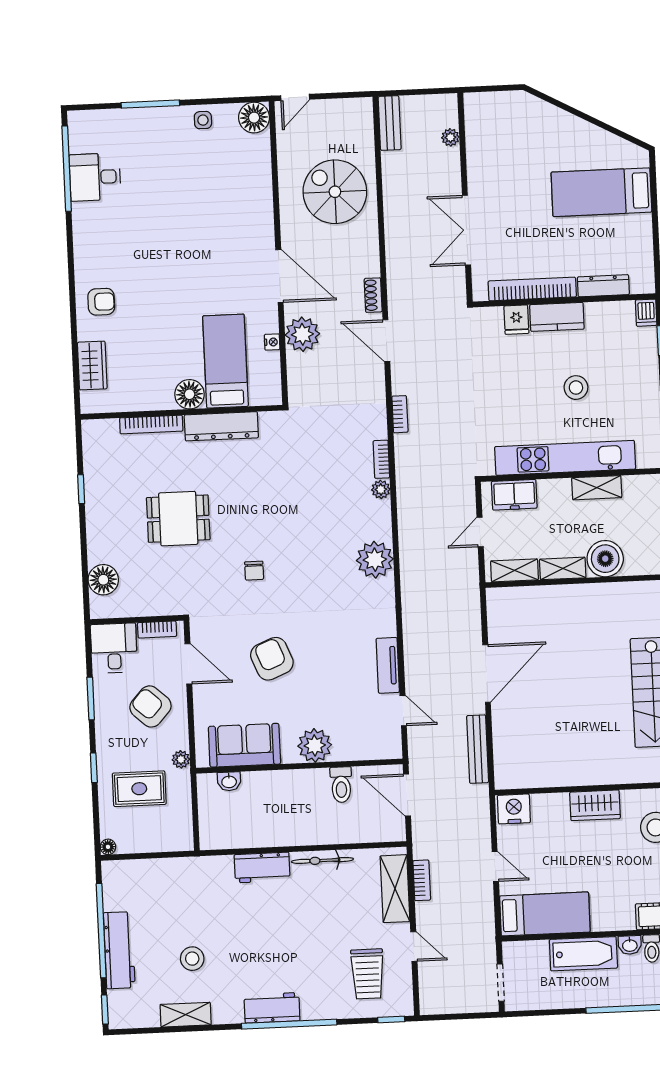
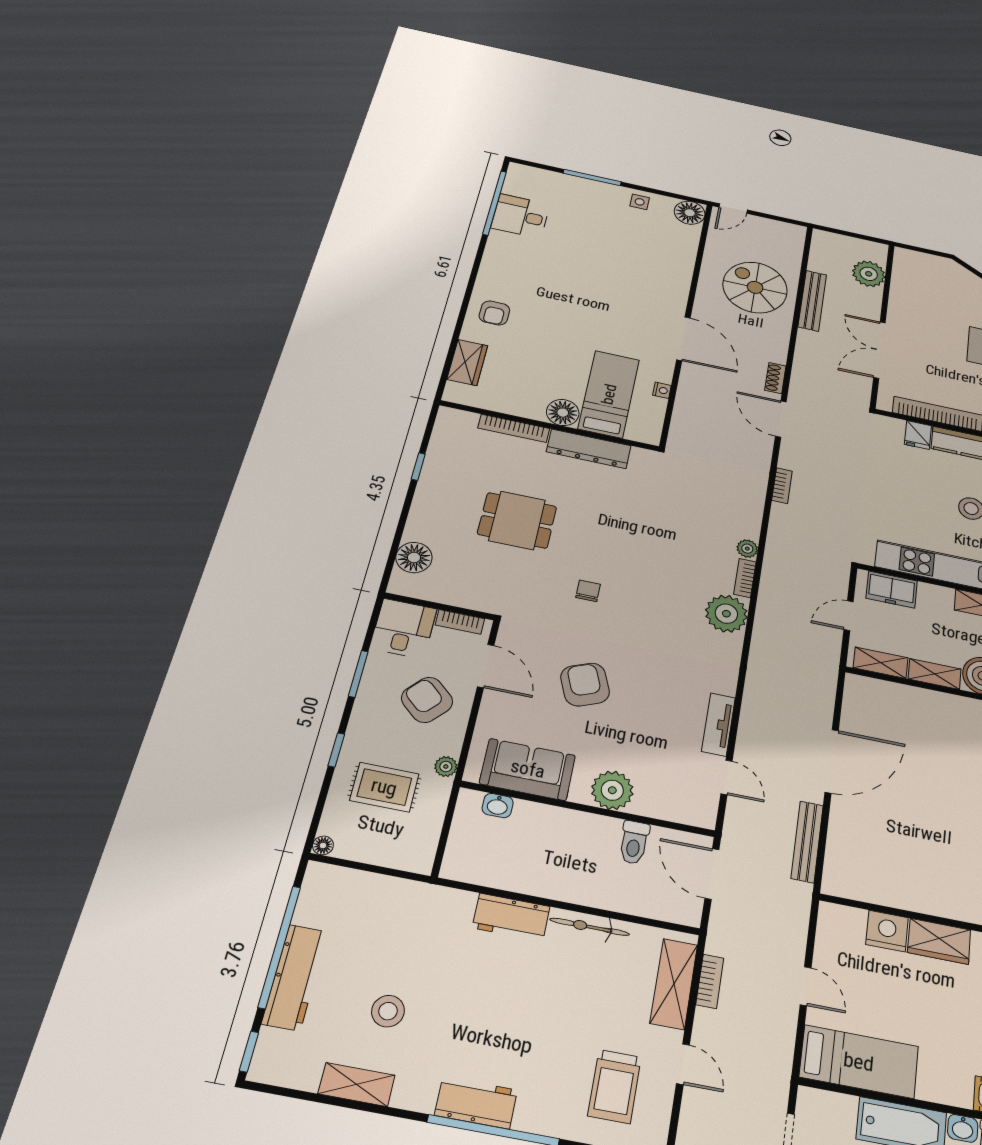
bench: (390, 123) -> (812, 301), moved, width x1.36
plant: (450, 137) -> (869, 274), width x1.88, depth x1.88
armchair: (101, 302) -> (494, 313), turned 90
plant: (302, 334) -> (695, 392), removed
bookcase: (381, 459) -> (745, 578), moved
chair: (254, 571) -> (588, 591), turned 180
nightstand: (514, 809) -> (887, 931), moved

